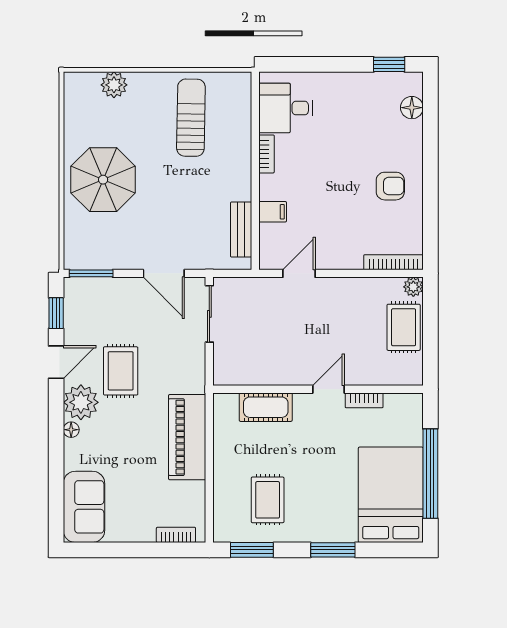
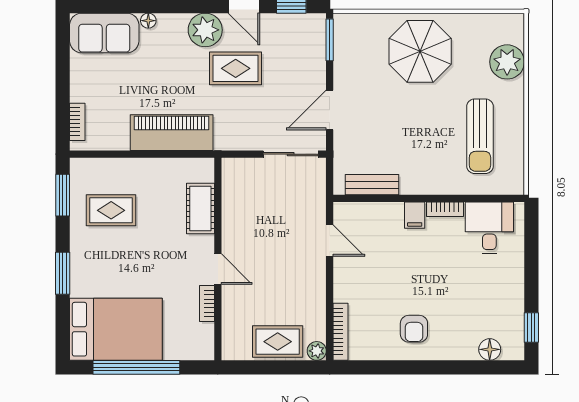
plant: (114, 85) -> (507, 62), width x1.36, depth x1.36
sun lounger: (191, 118) -> (480, 136), turned 89
filing cabinet: (273, 212) -> (415, 215), moved
floor lamp: (71, 430) -> (148, 21), moved

